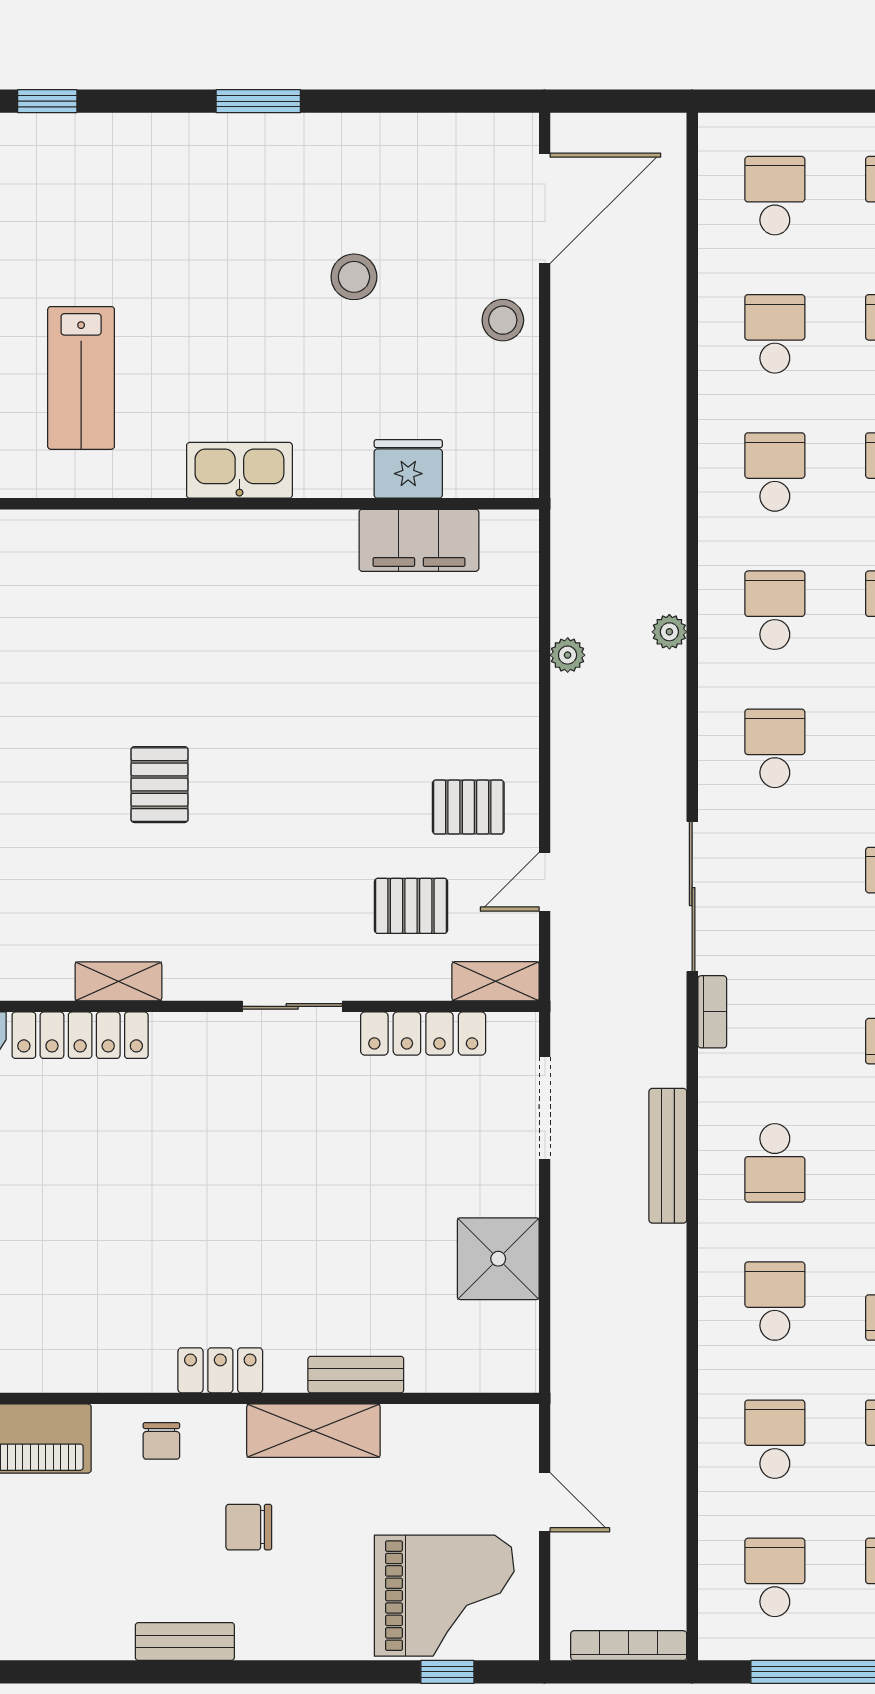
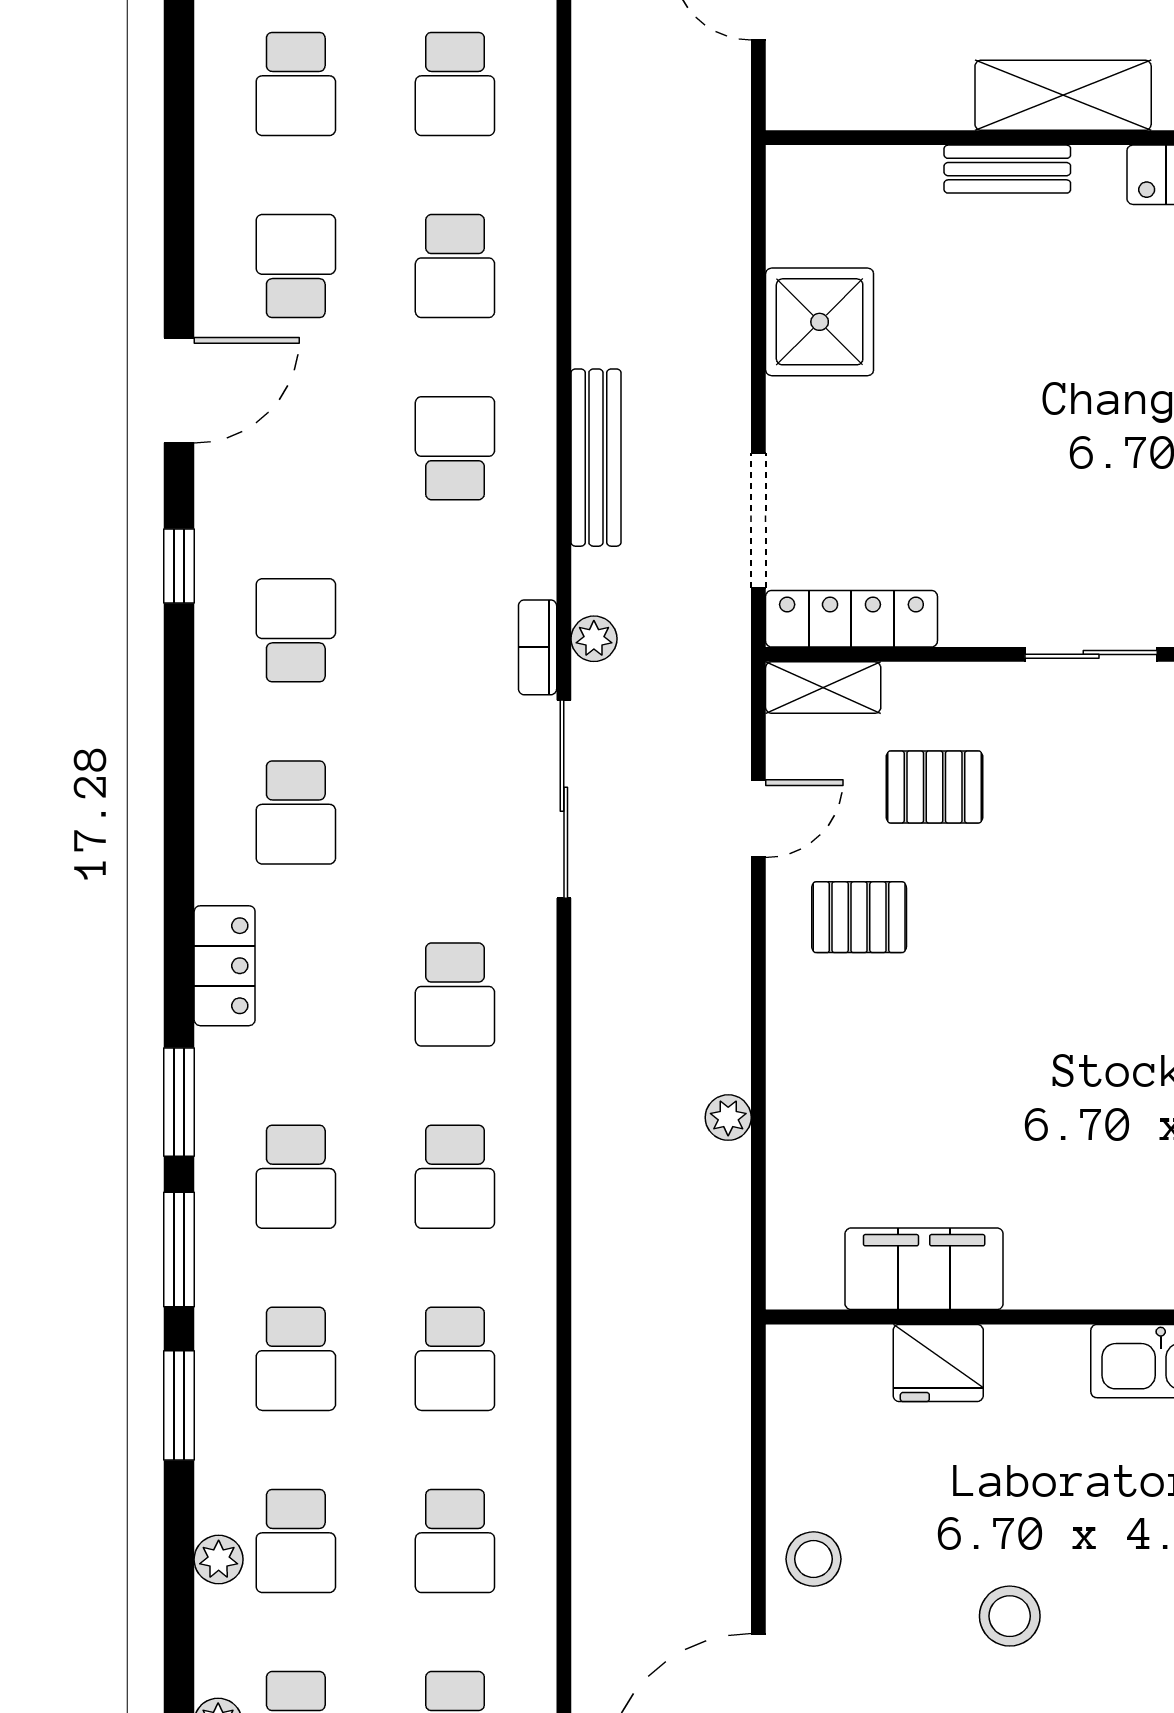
plant: (669, 632) -> (594, 639), moved
locker: (423, 1034) -> (851, 619), moved

